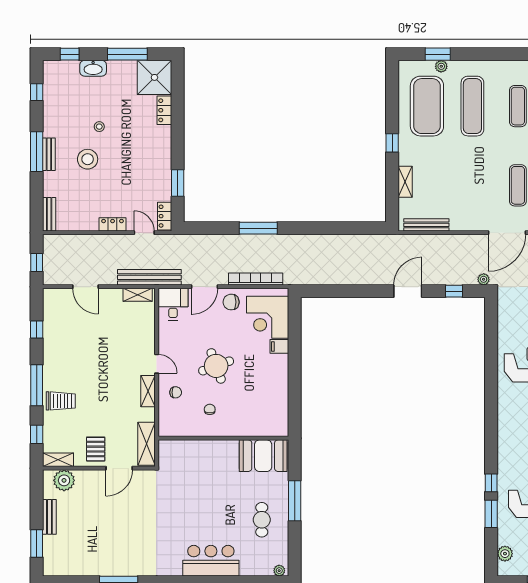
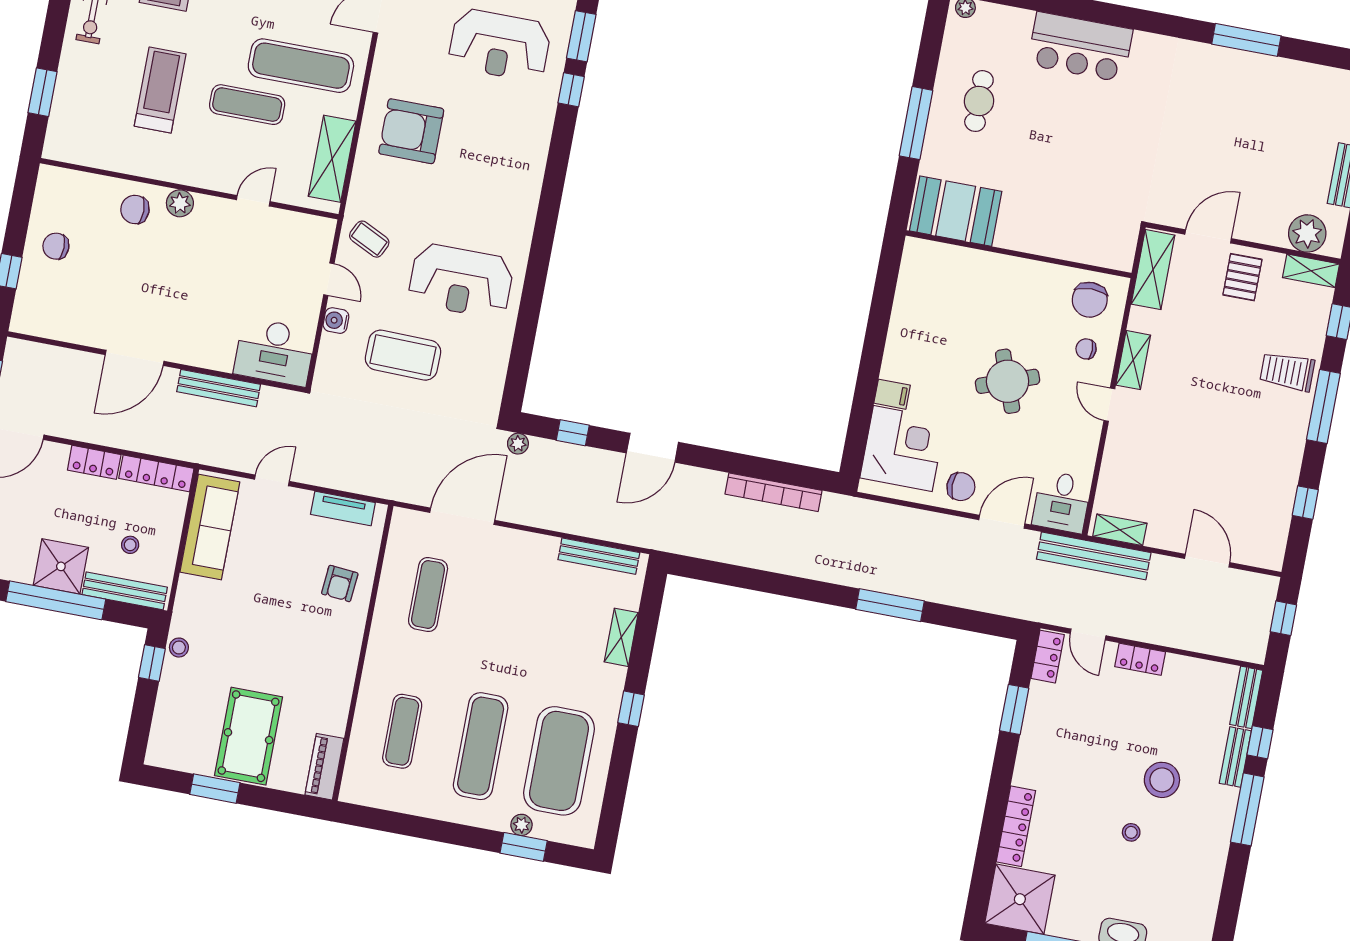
window: (37, 92) -> (1260, 742), moved
locker: (164, 110) -> (1016, 826), width x1.53
bench: (49, 154) -> (1235, 757), moved
bookcase: (256, 279) -> (773, 492), moved
chair: (210, 409) -> (1090, 300), moved, width x1.87, depth x1.87

